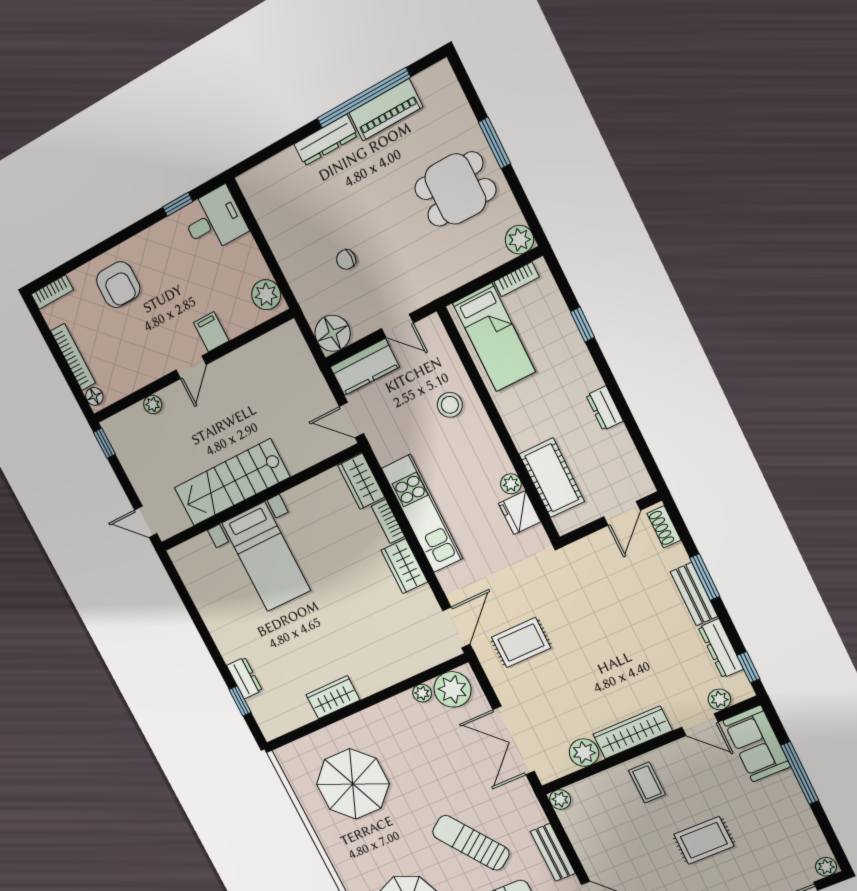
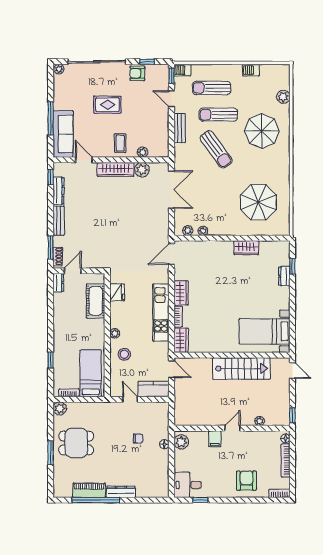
floor lamp: (333, 333) -> (164, 444), moved, width x0.53, depth x0.53
dresser: (605, 408) -> (58, 283), moved
plant: (511, 484) -> (115, 333), moved
bed with nightstands: (266, 557) -> (265, 331), moved, turned -90
window: (705, 577) -> (51, 247), moved
rug: (521, 643) -> (145, 234), removed
plant: (453, 689) -> (188, 231), width x0.53, depth x0.53
plant: (719, 699) -> (70, 168), removed
sofa: (757, 744) -> (63, 134), width x1.36
plant: (560, 799) -> (143, 152), moved

